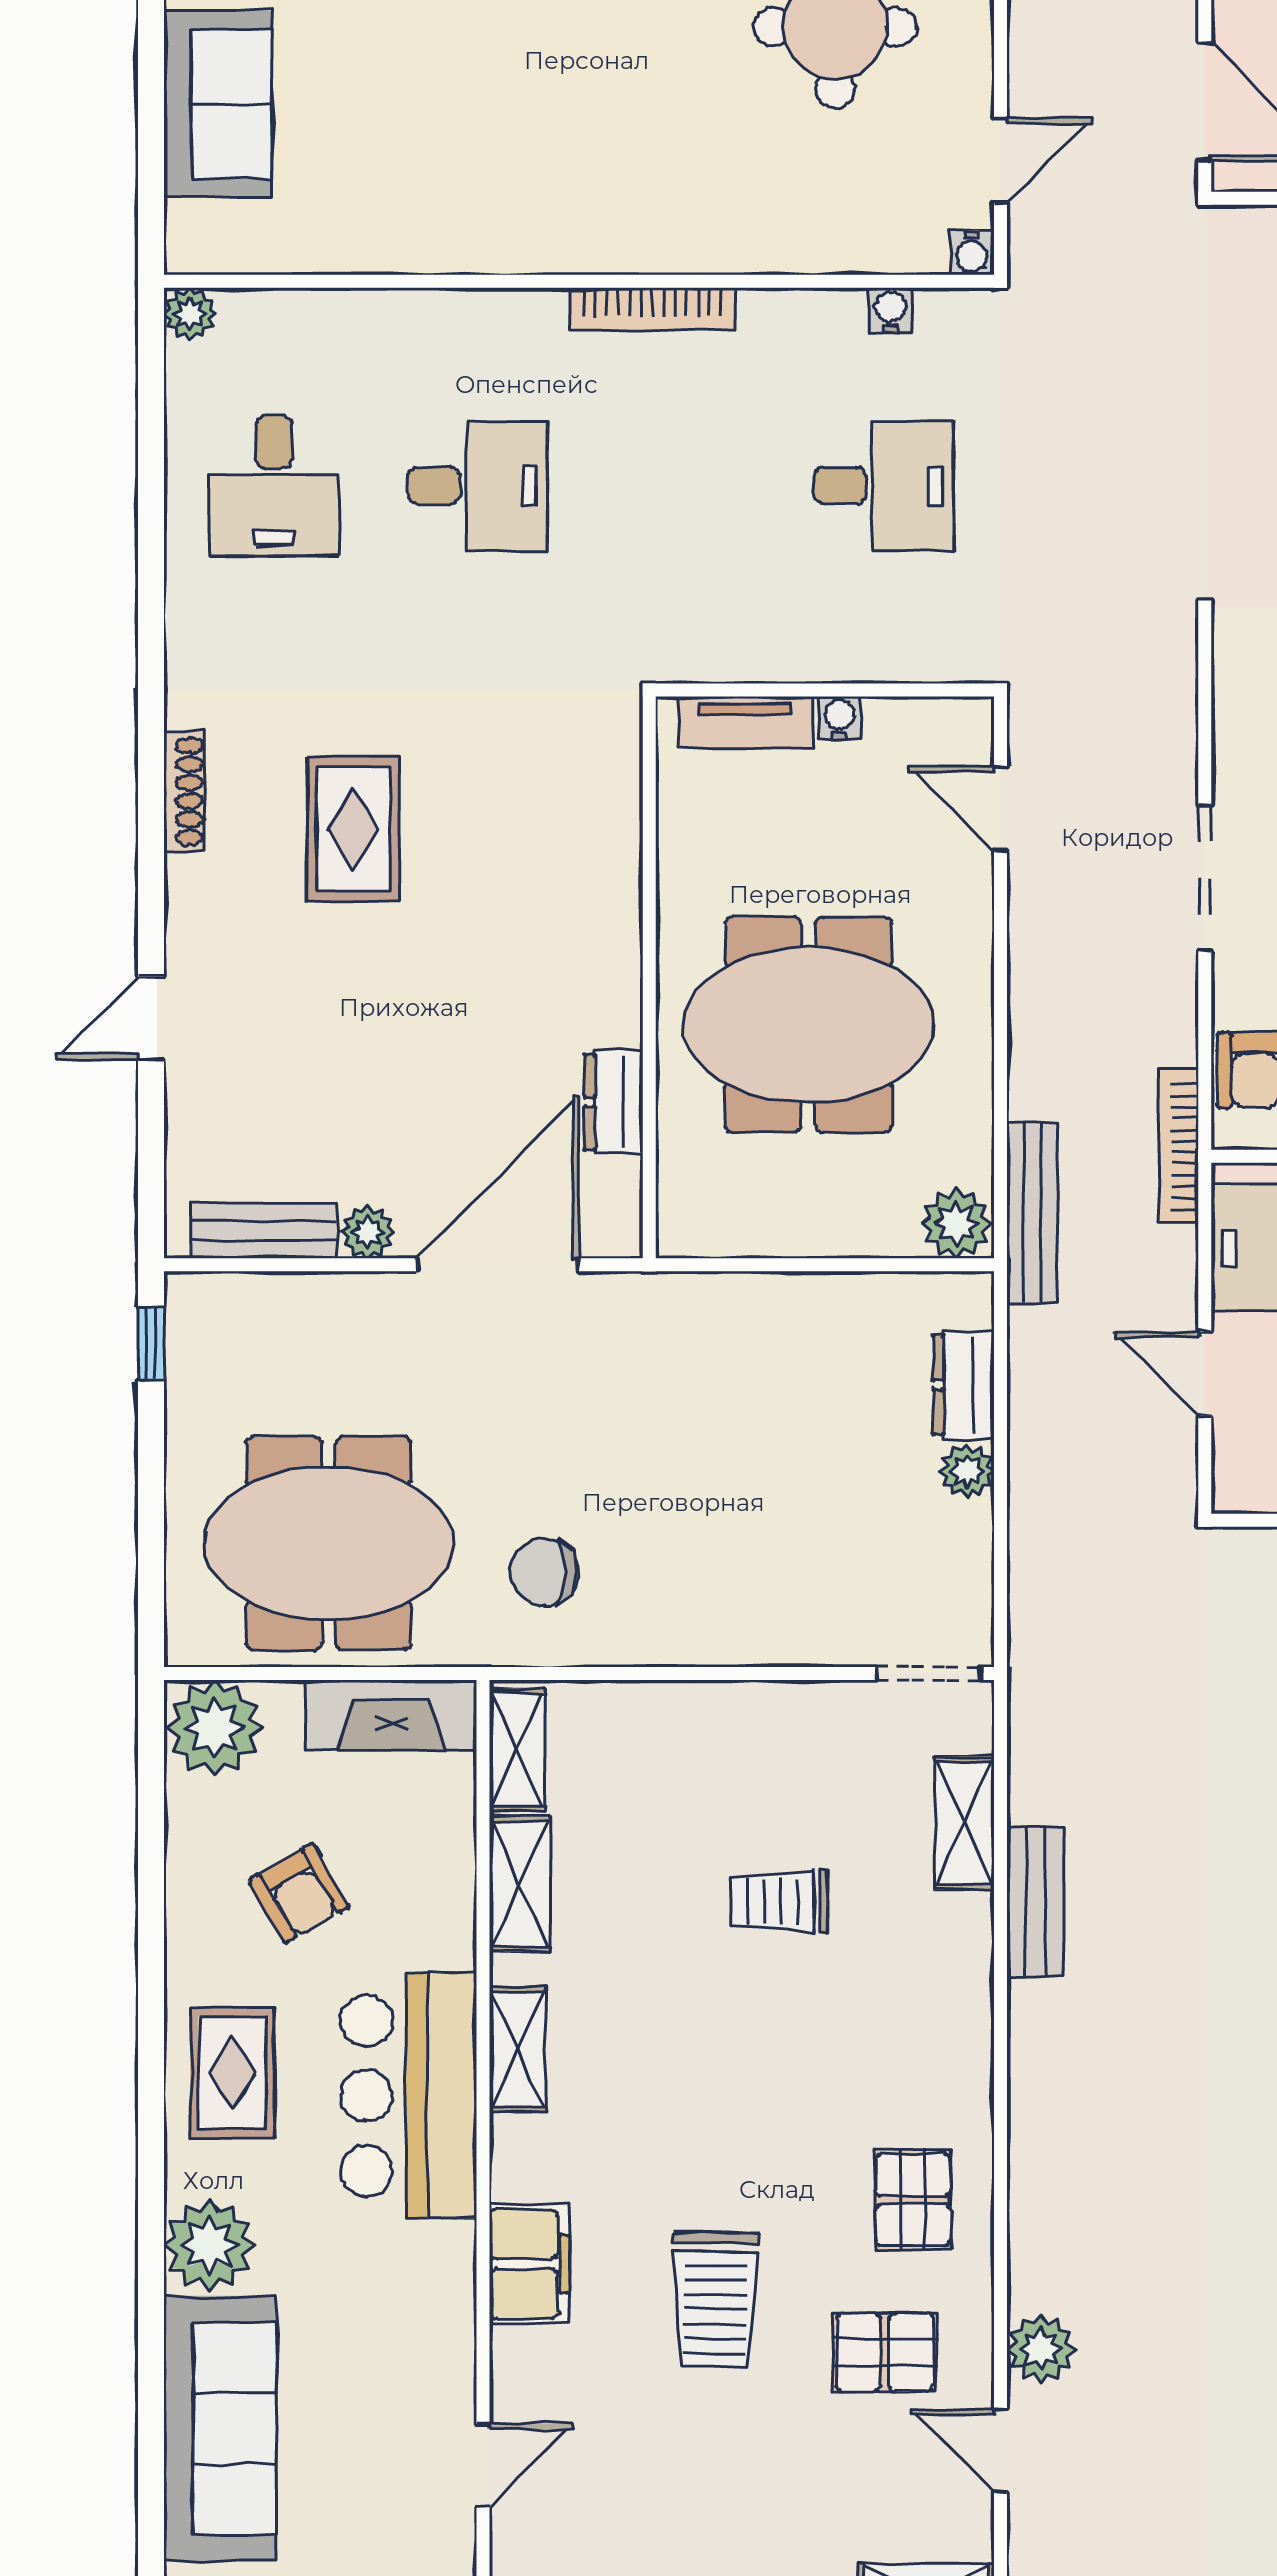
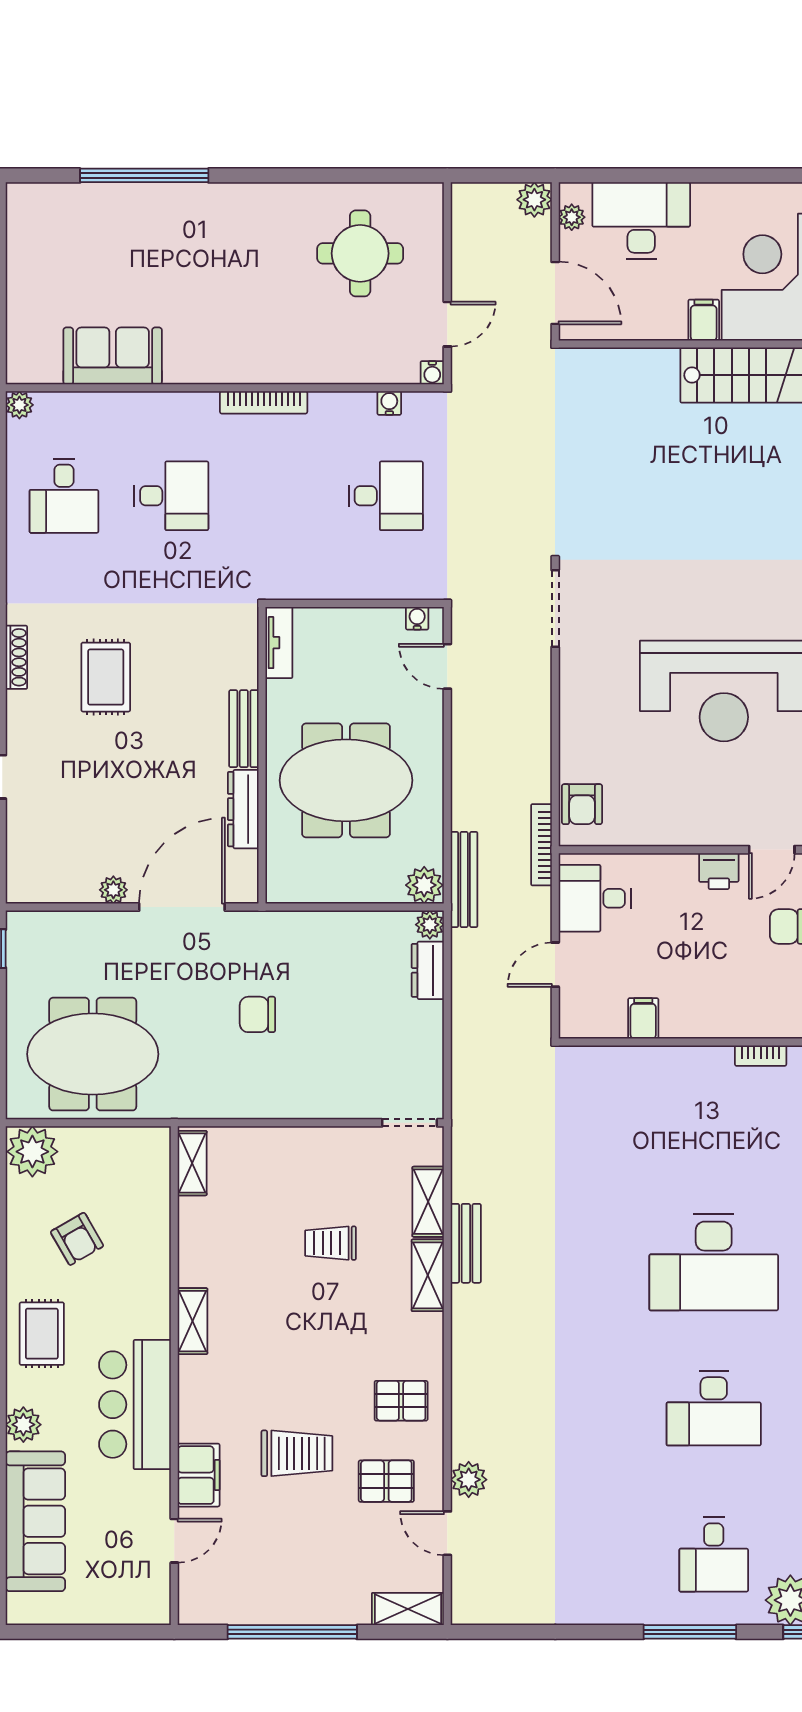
sofa: (218, 104) -> (113, 356), moved, turned -90
water cooler: (839, 718) -> (417, 618), moved
tv unit: (746, 722) -> (279, 643), moved, turned -90
doorway: (1205, 878) -> (555, 609), moved
dresser: (614, 1102) -> (243, 809), width x1.44
bench: (263, 1231) -> (244, 729), moved, turned 90
door: (1205, 1374) -> (555, 965), hinge flipped
plant: (967, 1471) -> (430, 925), moved
chair: (544, 1572) -> (257, 1014), moved
fireplace: (391, 1715) -> (126, 1145), removed
shelving: (520, 1884) -> (428, 1275), moved
bar counter: (409, 2096) -> (135, 1405), moved
pallet: (913, 2200) -> (401, 1401), turned 90
plant: (209, 2245) -> (23, 1425), width x0.73, depth x0.73
filing cabinet: (529, 2264) -> (199, 1475), moved
trolley: (715, 2300) -> (297, 1453), turned -91

